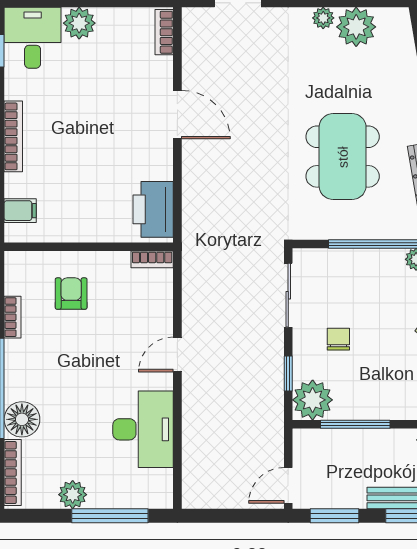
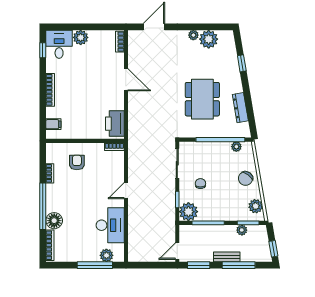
plant: (73, 495) -> (106, 255), moved

